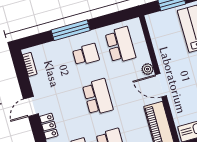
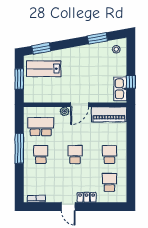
window: (71, 30) -> (19, 148), moved
school desk: (98, 97) -> (75, 155), width x0.54

